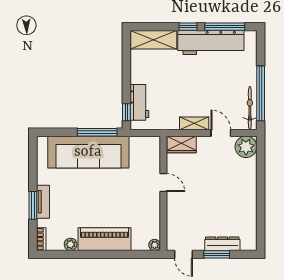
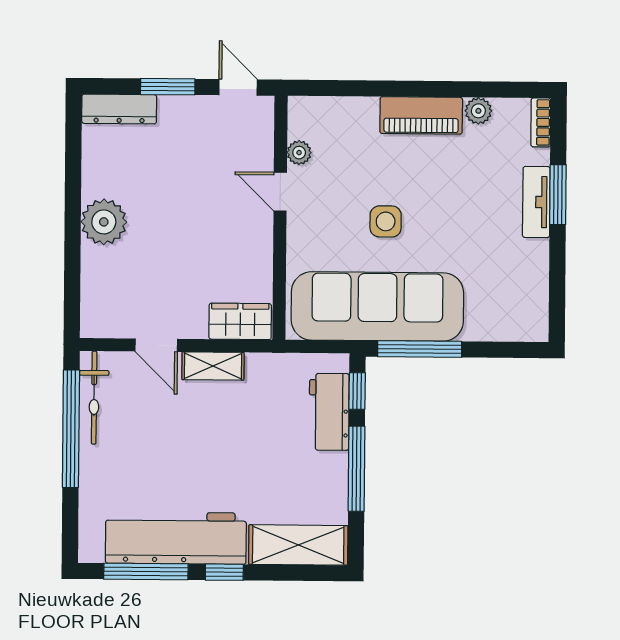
window: (126, 76) -> (356, 469), added
plant: (246, 147) -> (104, 222), moved
sofa: (88, 152) -> (377, 306), moved
door: (163, 183) -> (280, 192), moved
side table: (114, 192) -> (386, 221), added
piano: (105, 239) -> (421, 115), width x0.73, depth x0.75
dresser: (222, 244) -> (119, 109), moved
plant: (155, 245) -> (299, 153), moved

